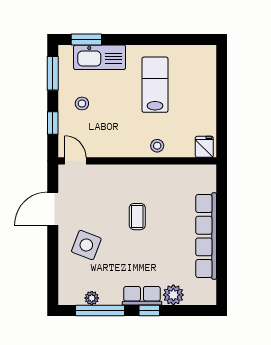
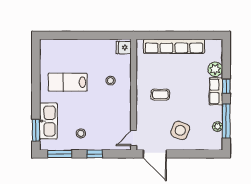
fridge: (204, 147) -> (124, 48), moved
door: (75, 161) -> (134, 138), moved
wall: (137, 161) -> (134, 95), moved

